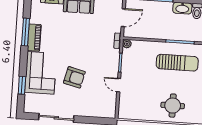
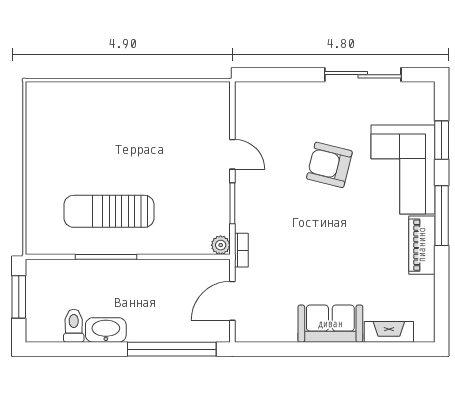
window: (26, 32) -> (442, 216), moved
round table: (173, 106) -> (113, 118), removed

